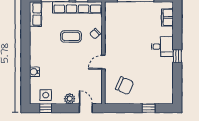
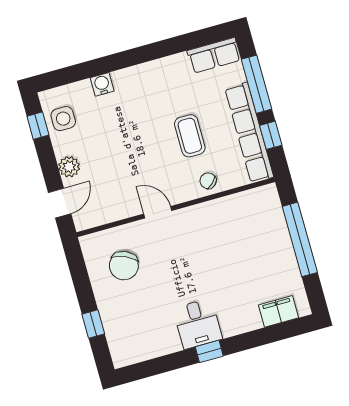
desk: (162, 47) -> (198, 324), moved

